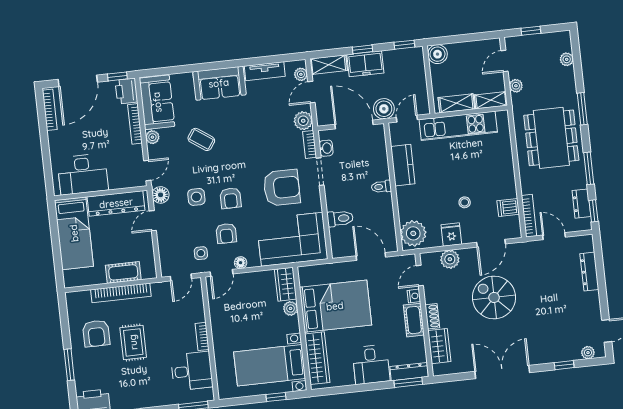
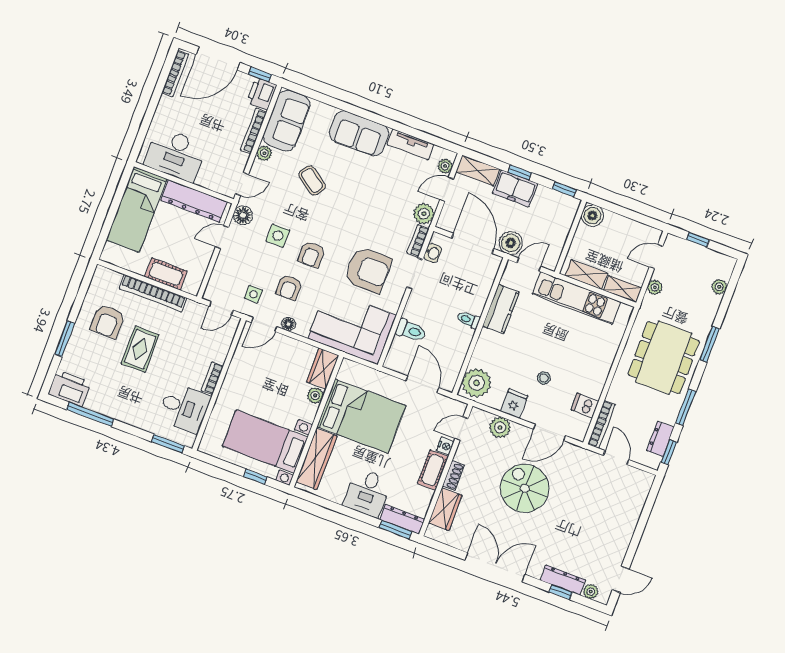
dresser: (589, 272) -> (563, 580), moved, turned 90

